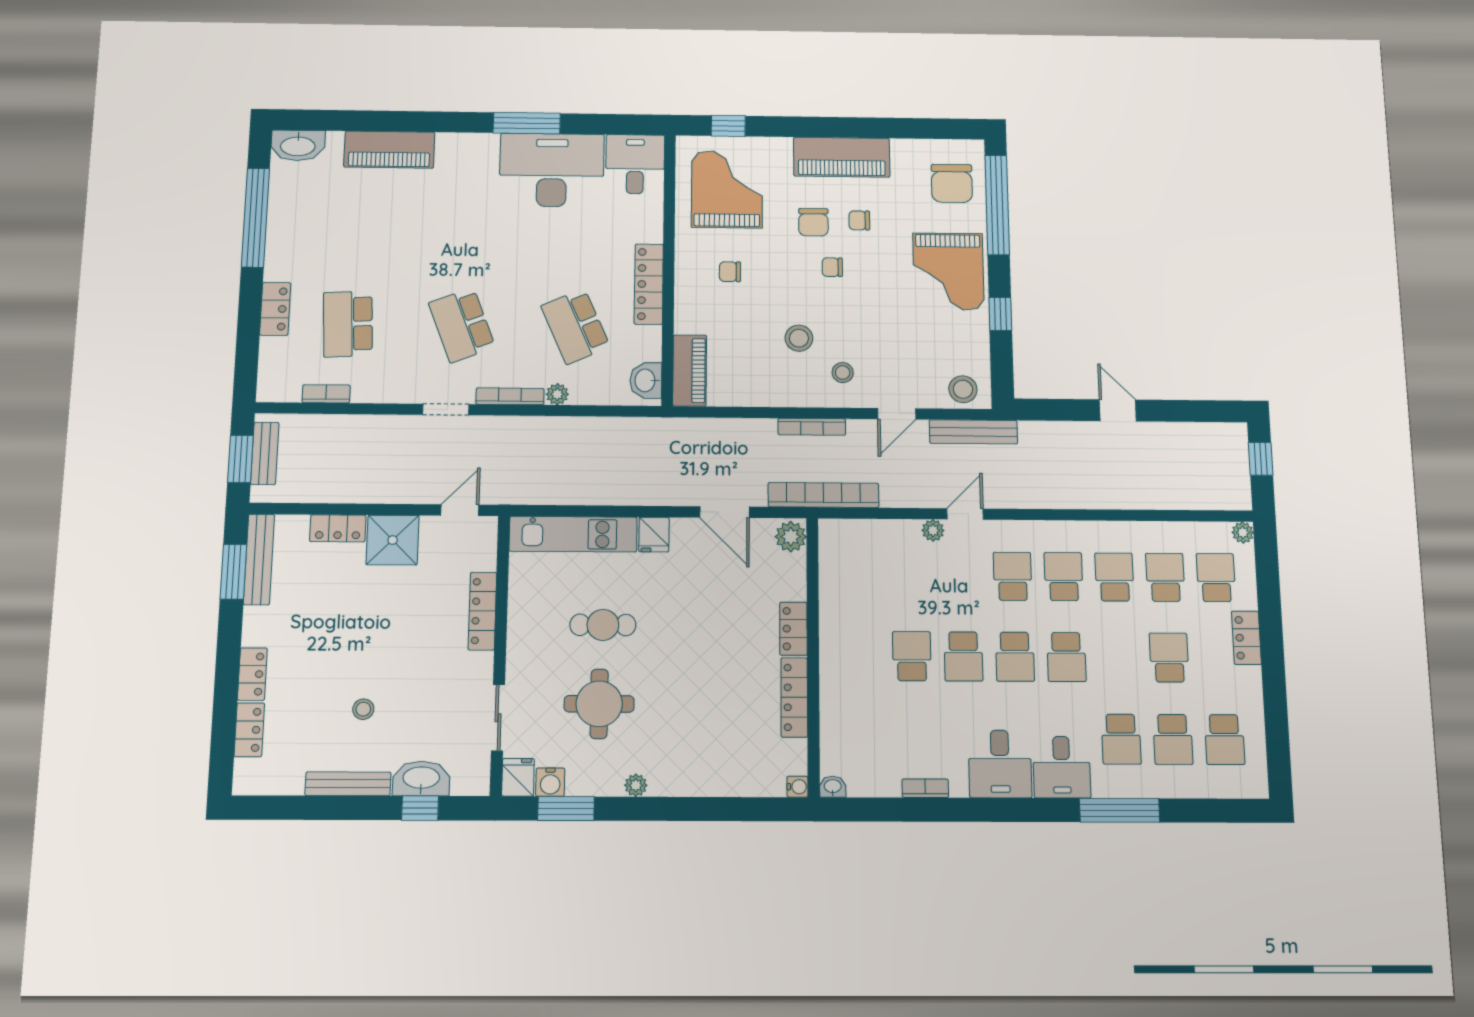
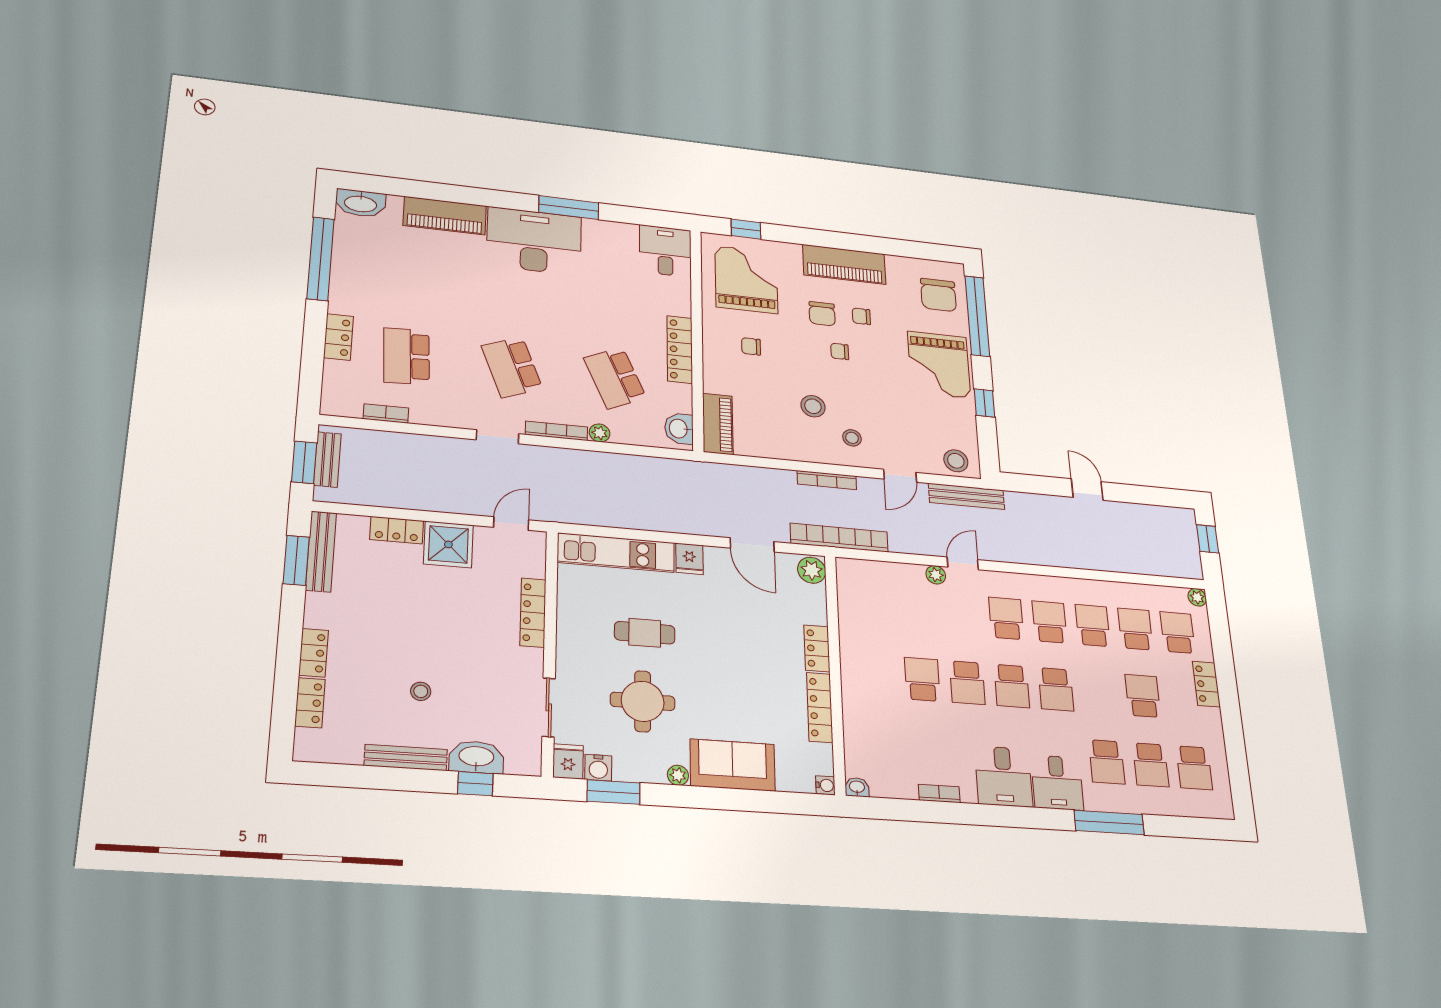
desk: (552, 170) -> (534, 241), moved
sofa: (696, 770) -> (733, 765), added

